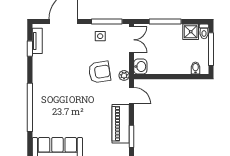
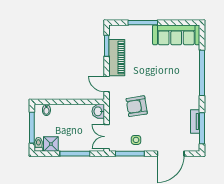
tv unit: (37, 41) -> (195, 122), moved
window: (30, 49) -> (202, 128), width x2.17
plant: (124, 75) -> (114, 103), removed

